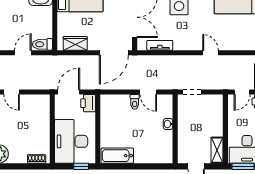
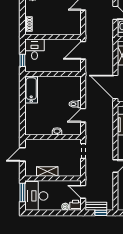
door: (69, 92) -> (83, 50), swing flipped
printer: (88, 103) -> (74, 66), removed
desk: (71, 141) -> (35, 49), width x0.53, depth x0.77
shelving: (217, 150) -> (47, 171), moved

